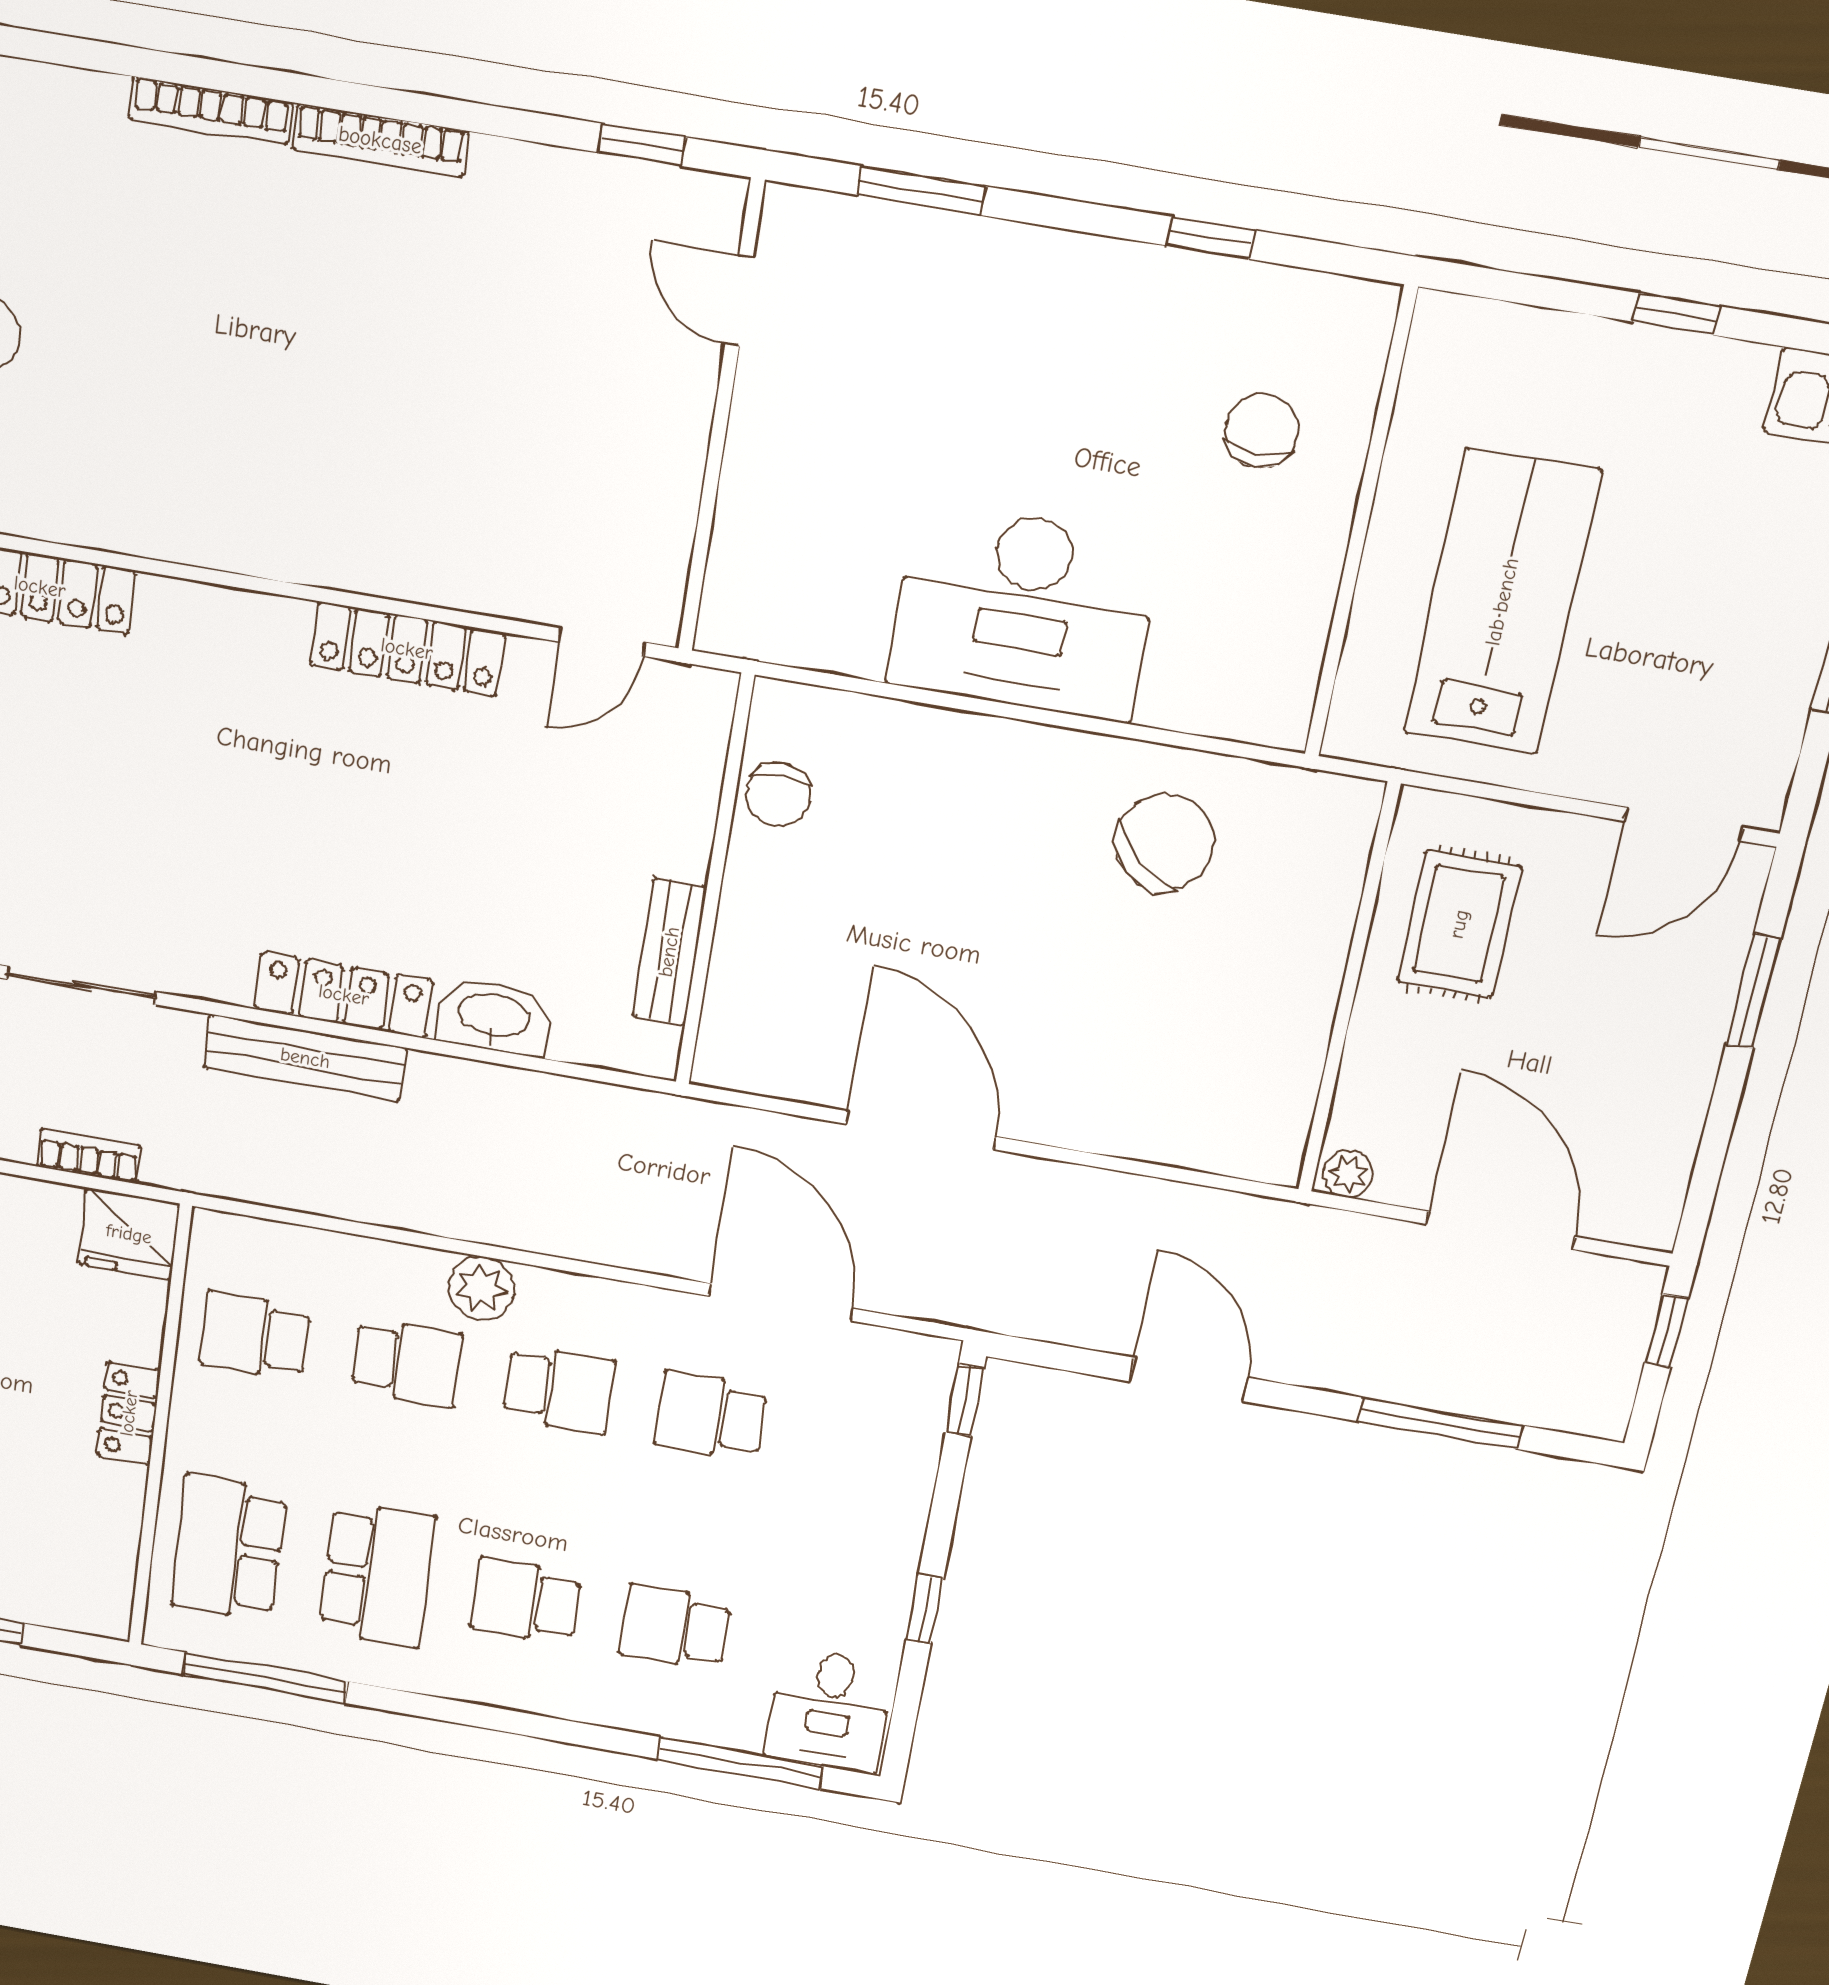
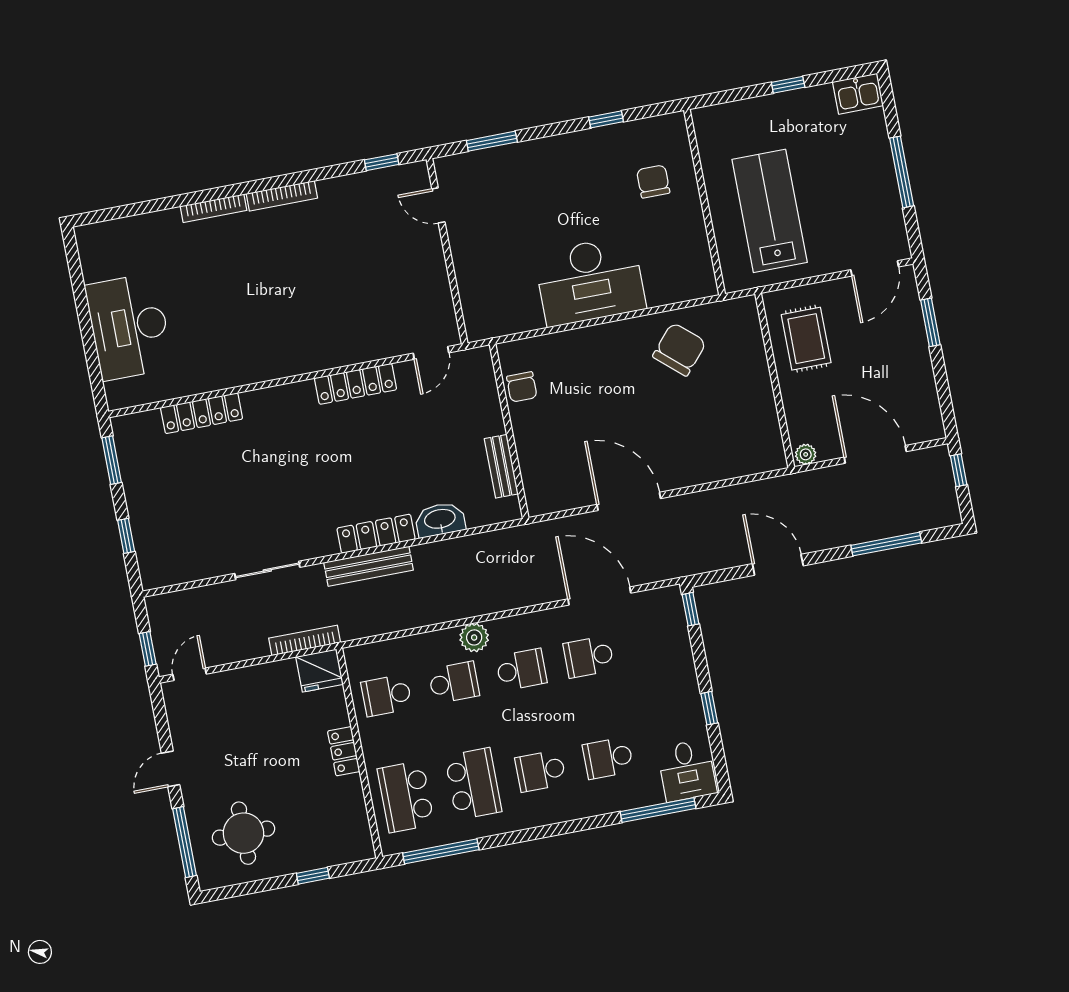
bookcase: (89, 1156) -> (305, 640), width x1.56

